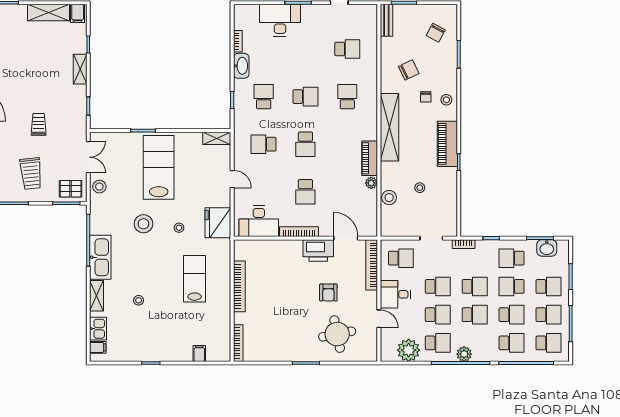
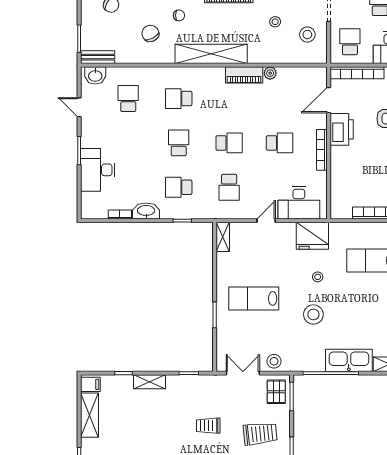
washbasin: (369, 18) -> (95, 75), added
lab bench: (159, 167) -> (254, 298), width x0.73, depth x0.72
stool: (389, 198) -> (307, 35), moved
desk: (259, 221) -> (299, 203), moved, turned 90

